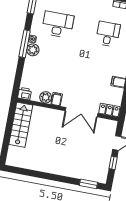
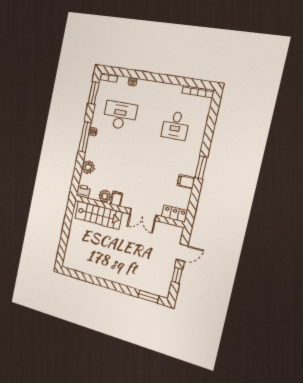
desk: (108, 34) -> (176, 125), turned 180
plant: (33, 50) -> (88, 167), moved
double door: (81, 112) -> (143, 215), width x0.73
stairs: (21, 125) -> (98, 215), moved, turned 90

